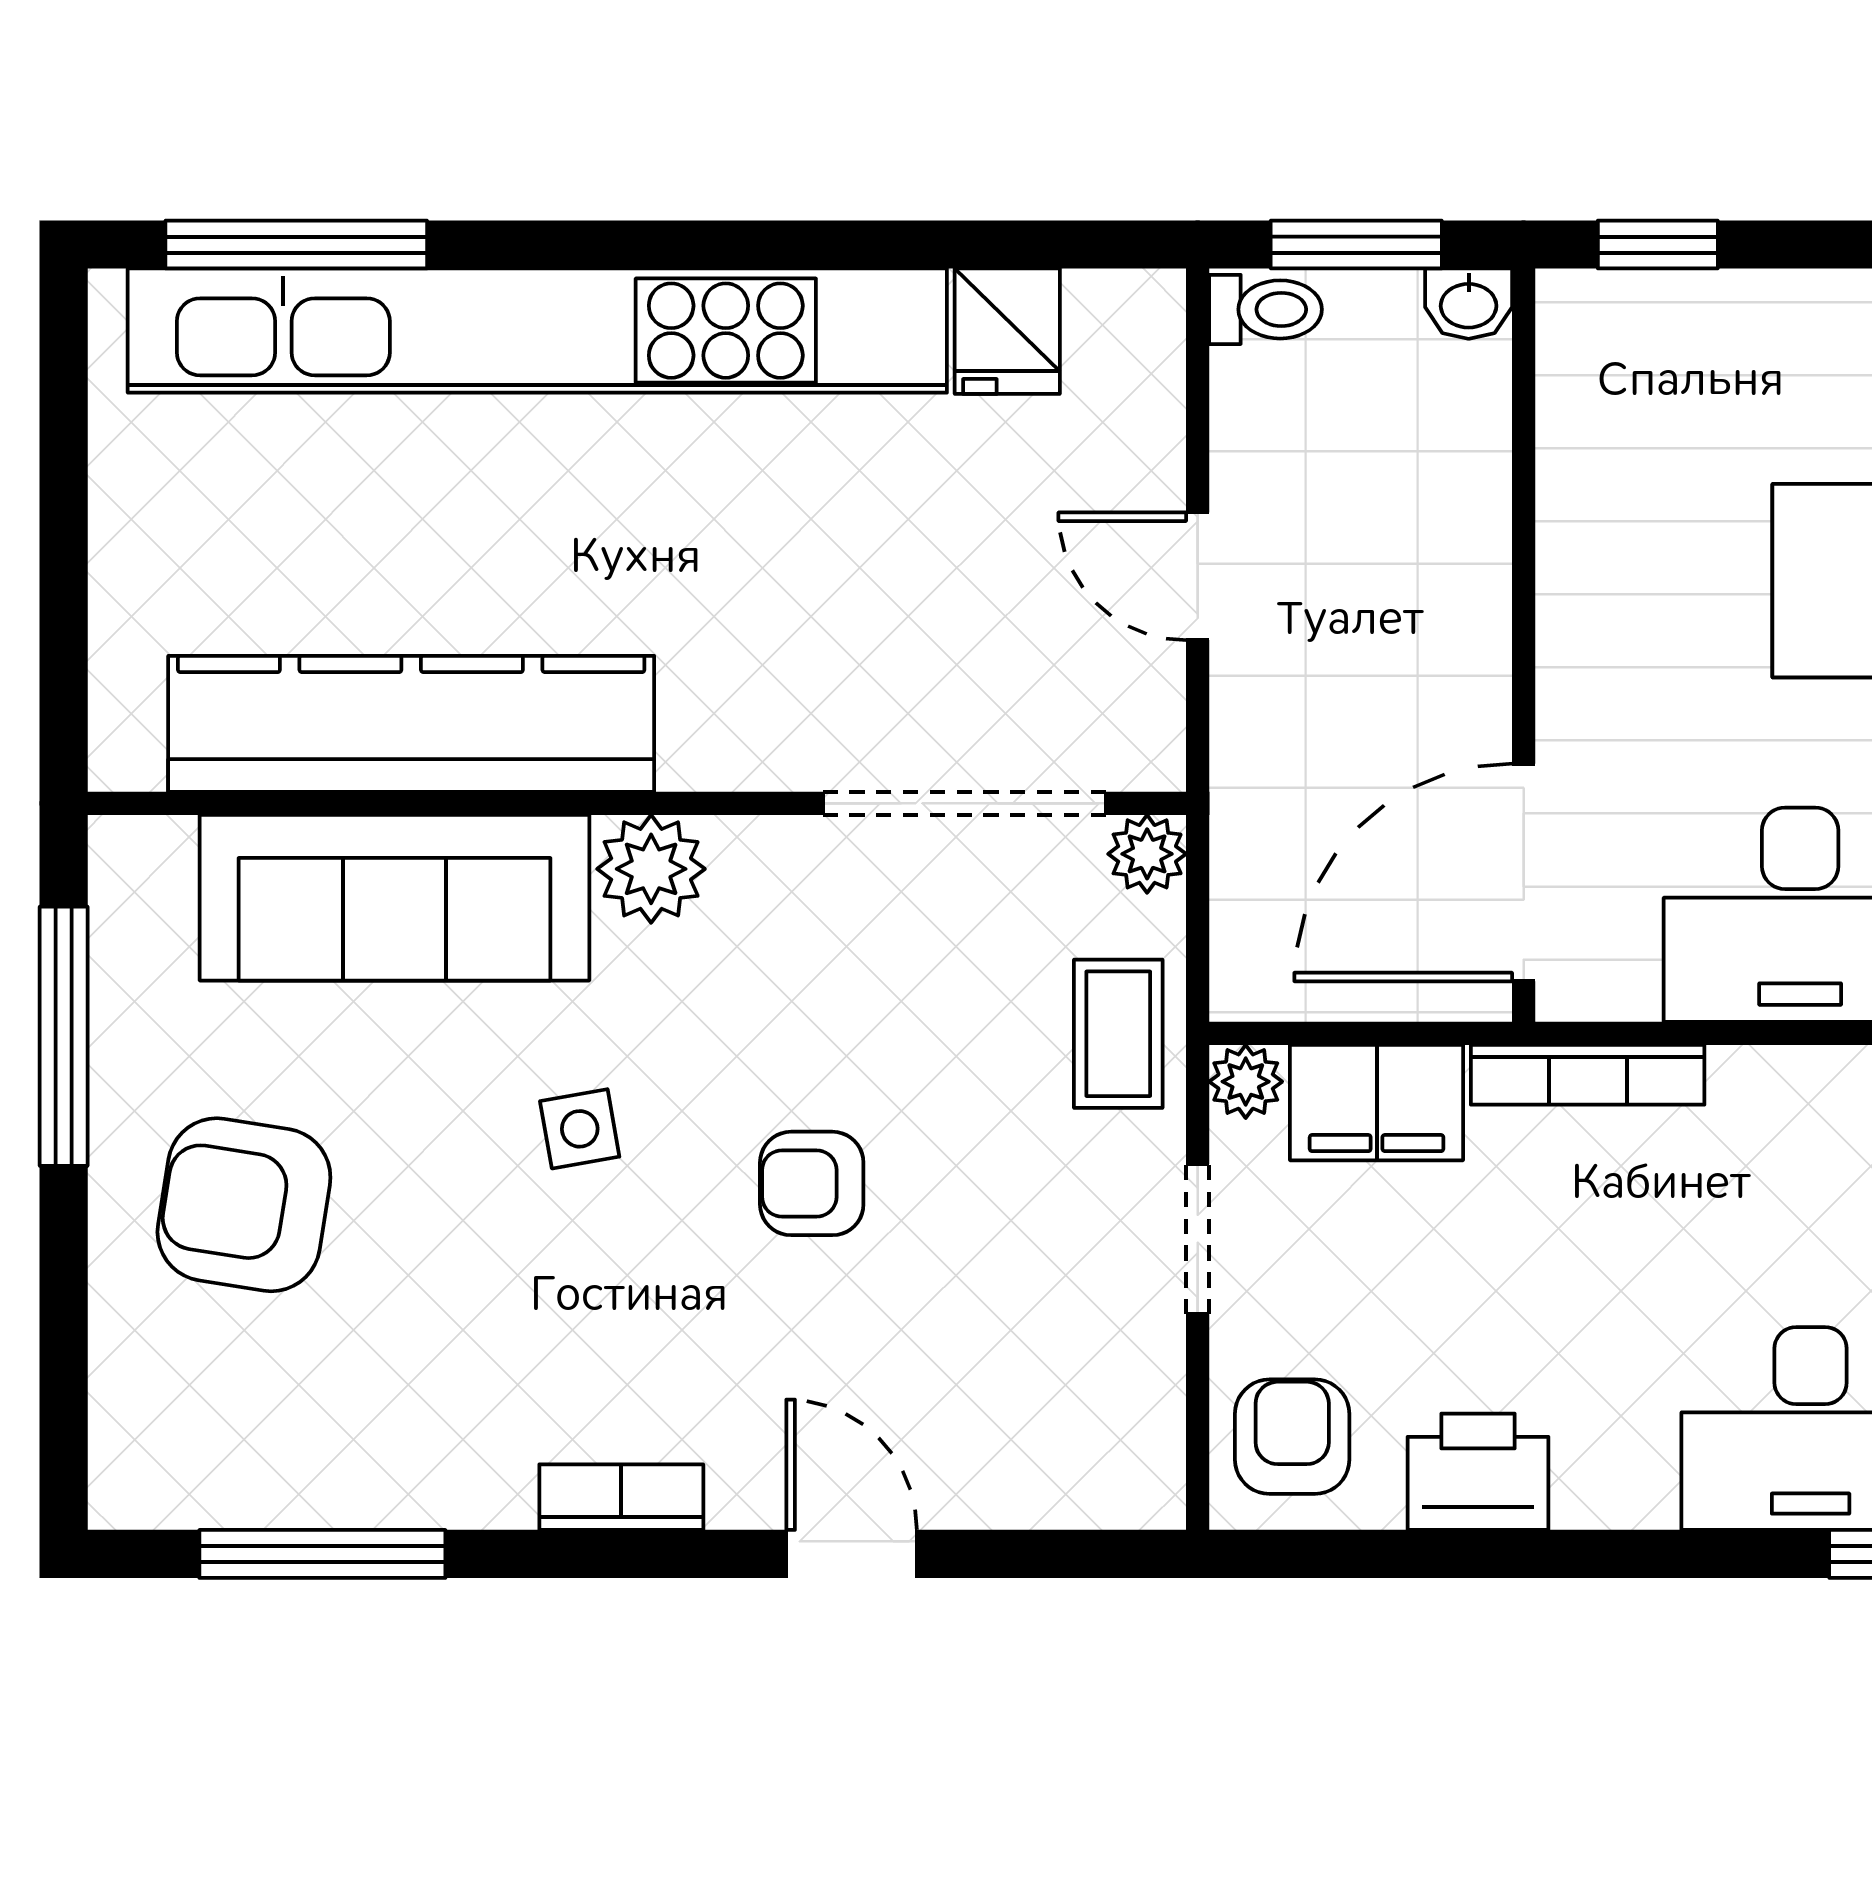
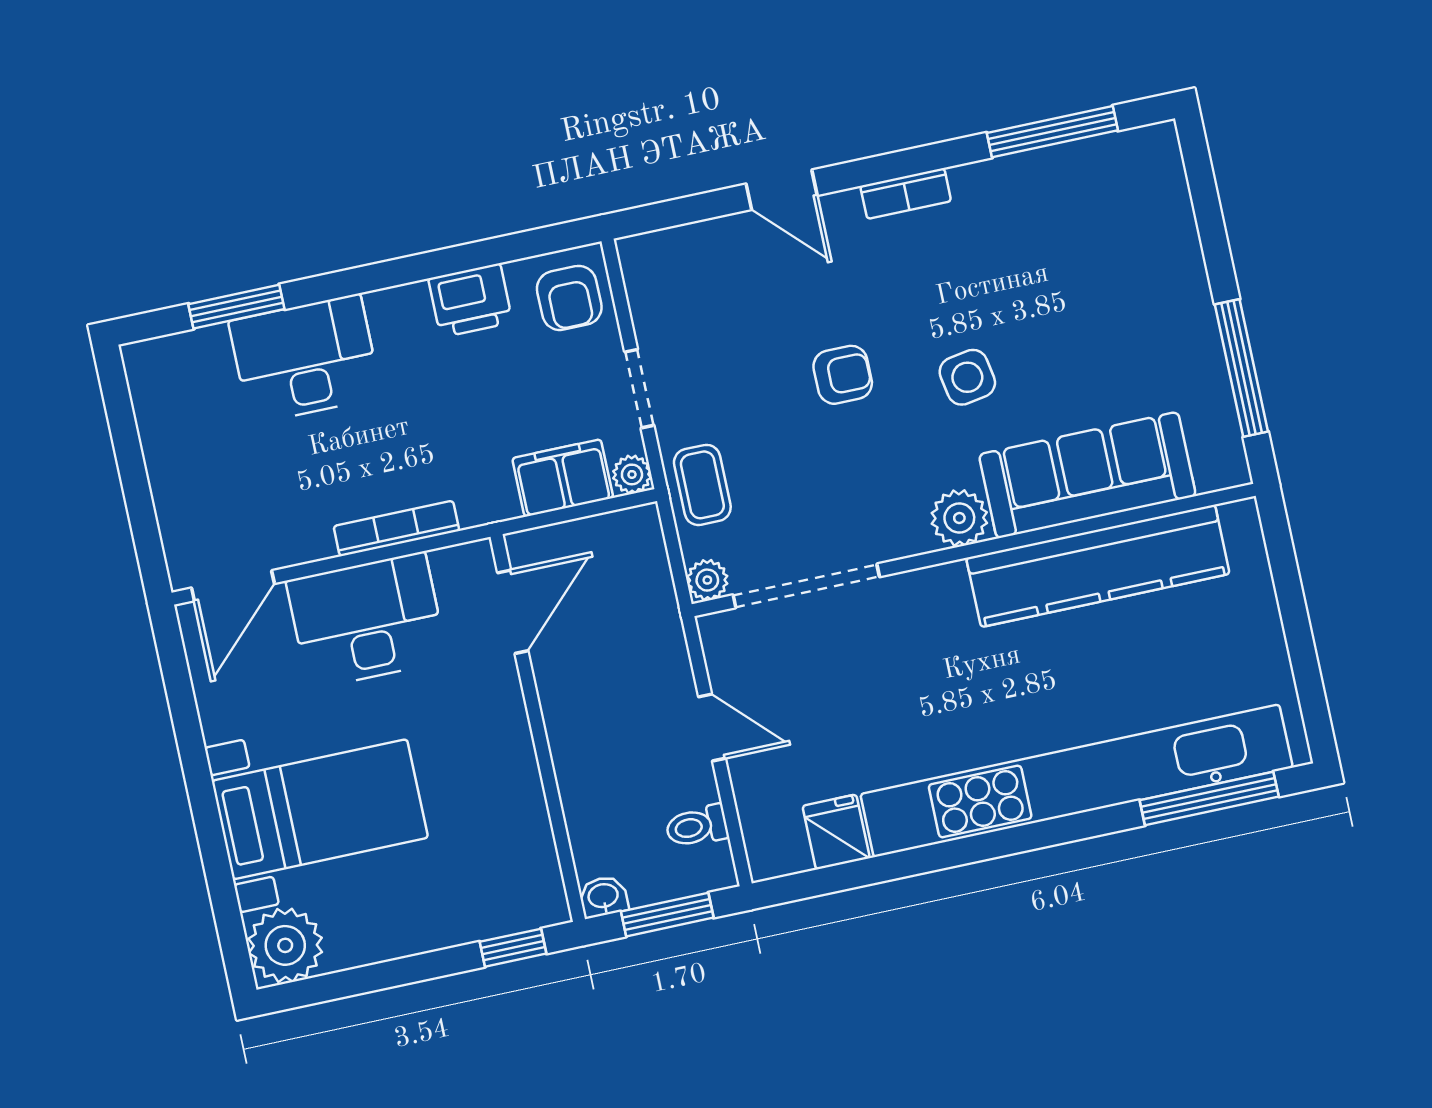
toilet: (1266, 309) -> (697, 826), moved
door: (1524, 873) -> (513, 612), width x0.73
bookcase: (1588, 1075) -> (396, 529), moved
side table: (580, 1129) -> (967, 377), width x1.37, depth x1.37
armchair: (244, 1205) -> (1131, 302), removed

